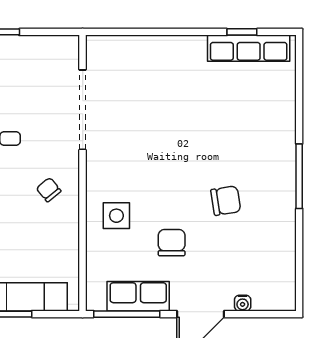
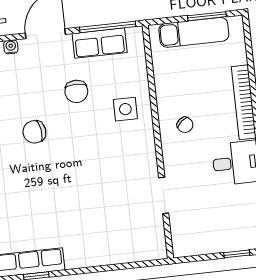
doorway: (83, 110) -> (164, 195), width x0.53

